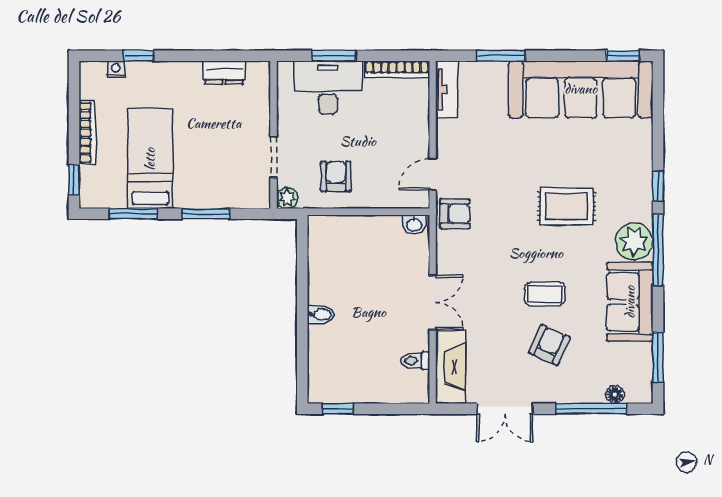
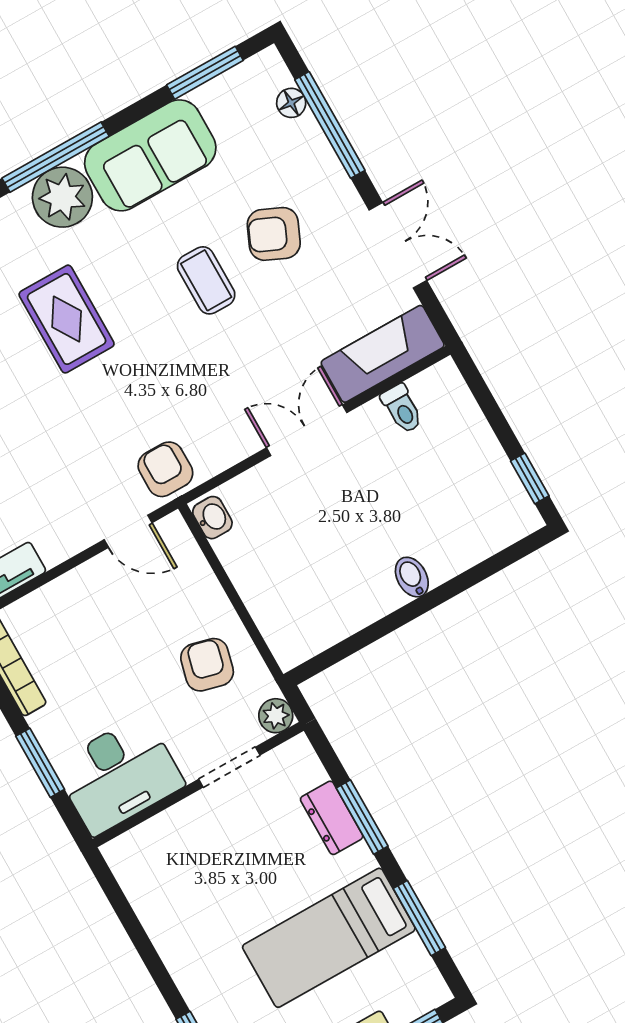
dresser: (224, 72) -> (332, 818), moved, turned 180
desk: (328, 87) -> (119, 775), moved, turned -90
armchair: (336, 176) -> (207, 665), turned 104

